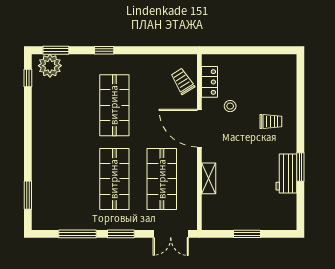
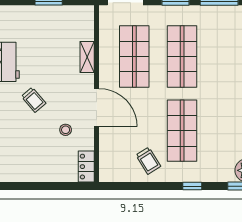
trolley: (183, 81) -> (148, 161), moved
locker: (209, 82) -> (86, 167), moved
trolley: (271, 122) -> (34, 100), moved, turned -131

